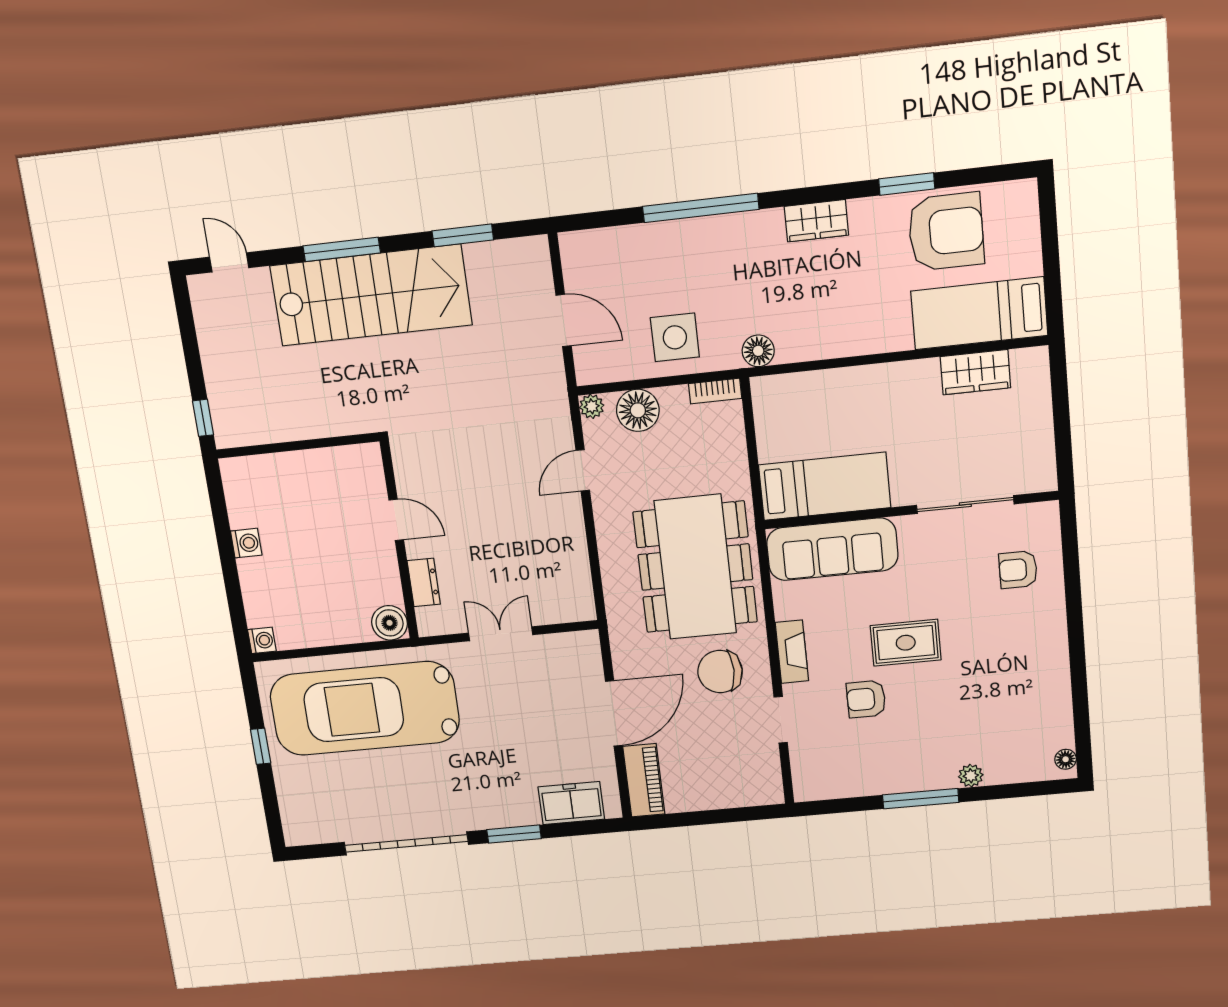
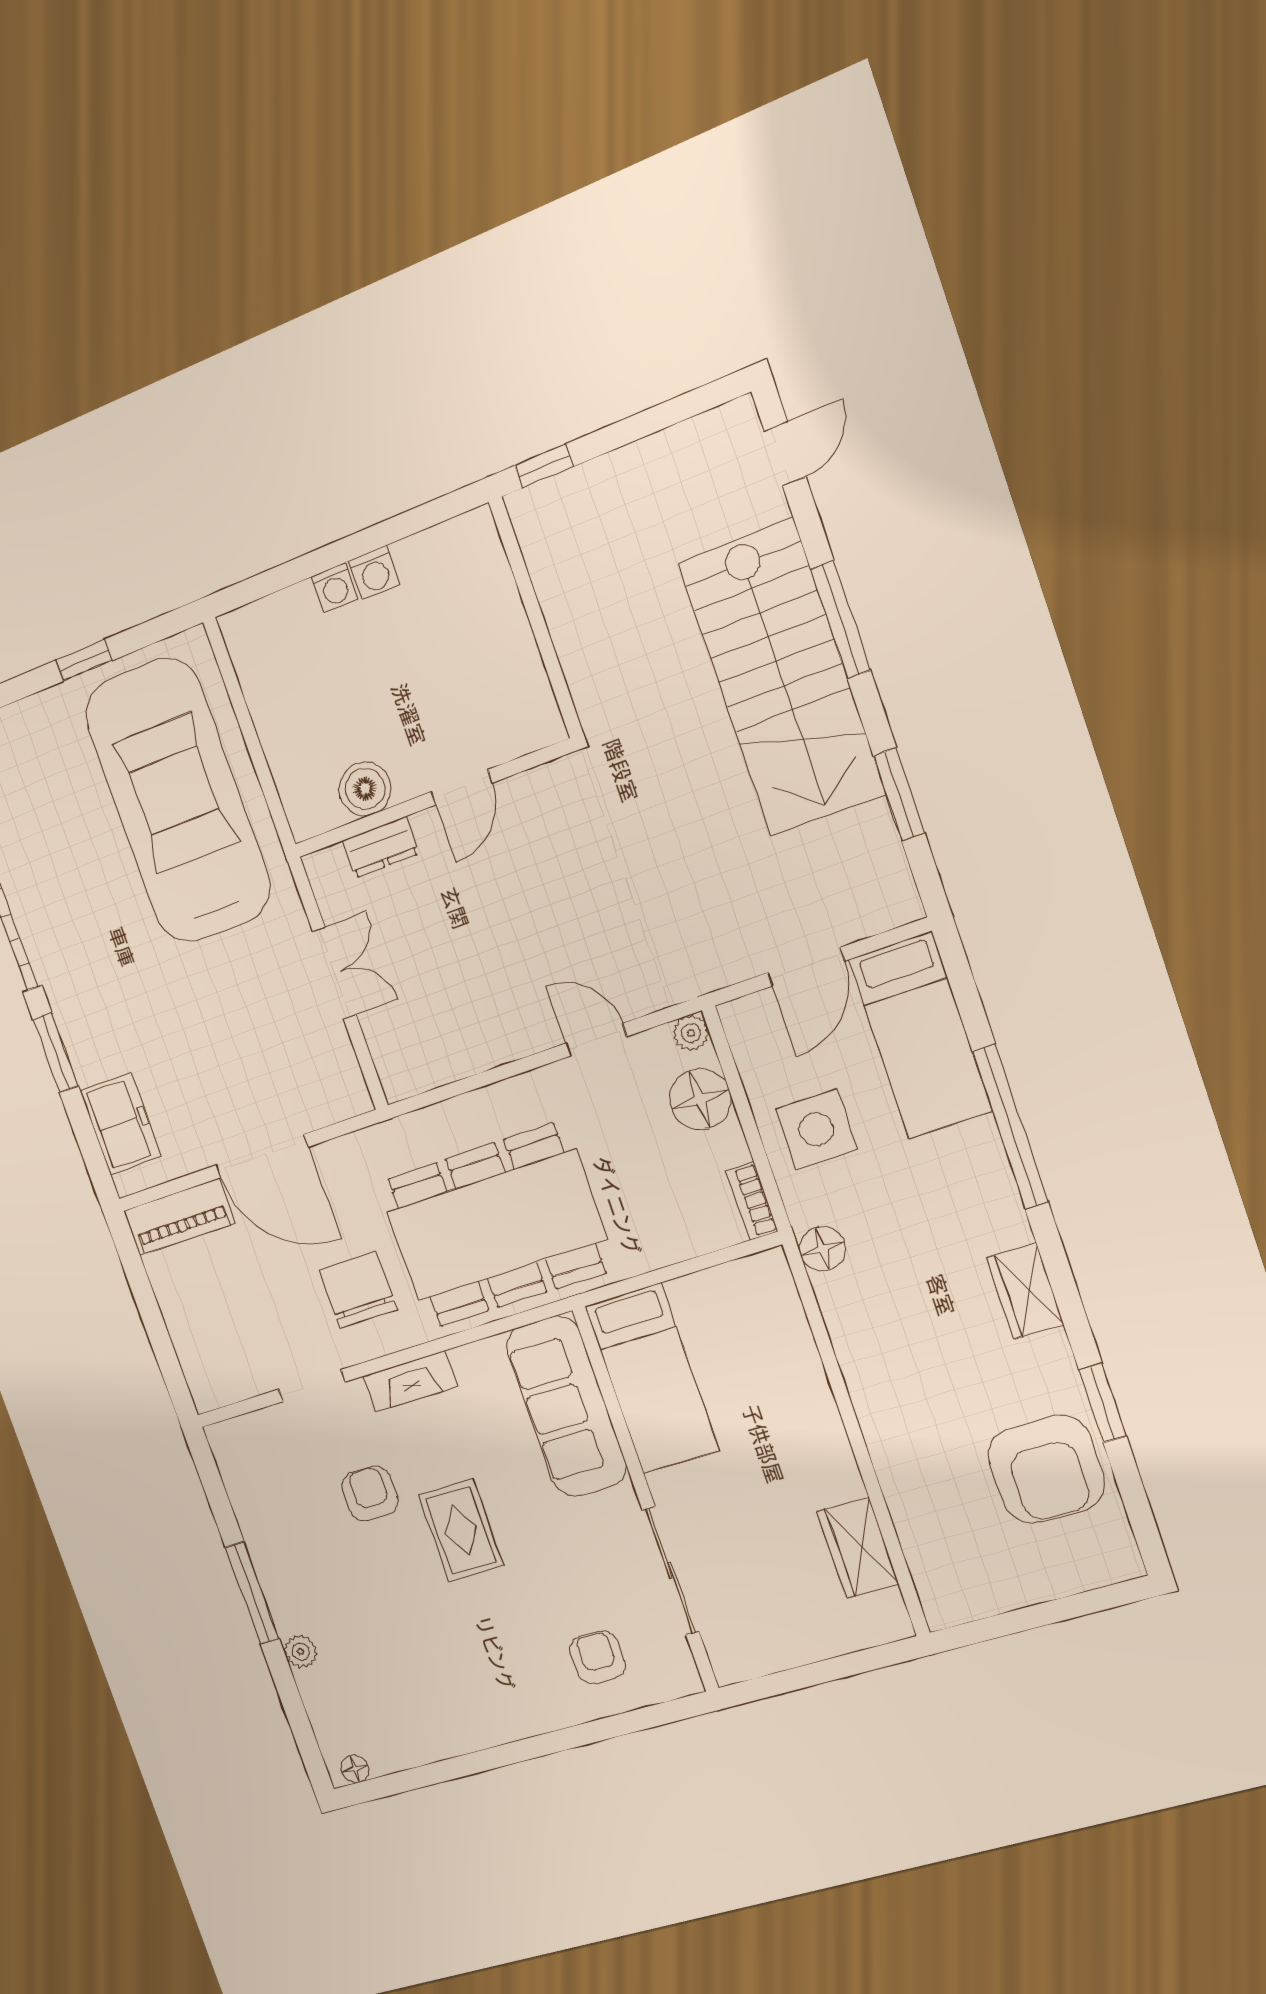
bed: (979, 313) -> (920, 1035), moved, turned 180
boiler: (390, 623) -> (365, 789), moved
washing machine: (262, 640) -> (335, 588), moved

